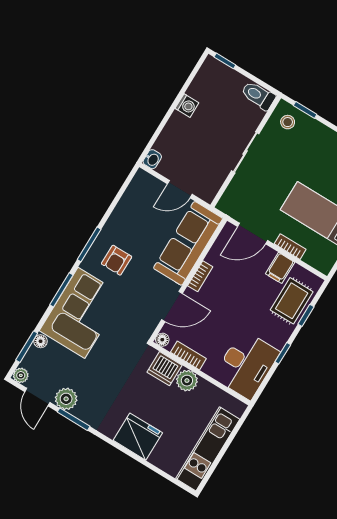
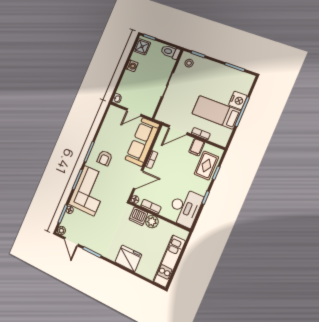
shower: (210, 75) -> (142, 47), added
plant: (66, 399) -> (87, 241), removed

